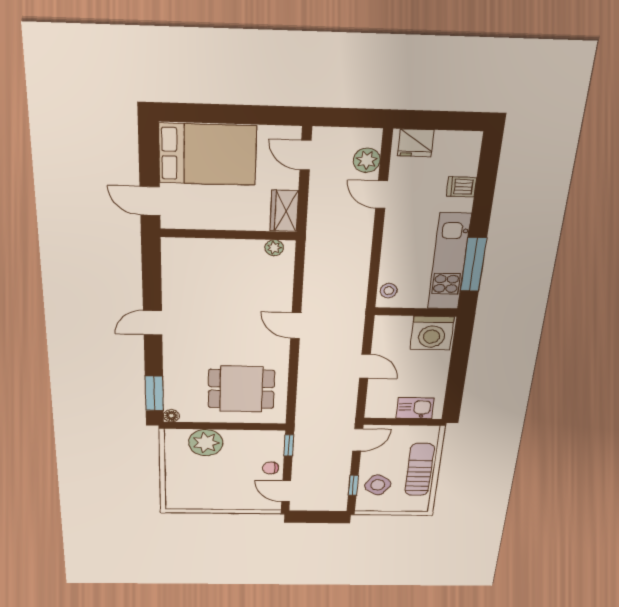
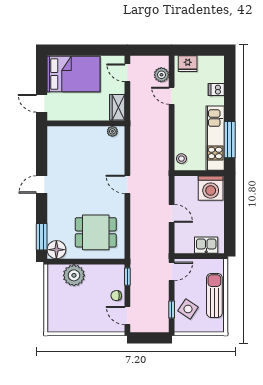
floor lamp: (171, 416) -> (56, 250), width x1.89, depth x1.89

